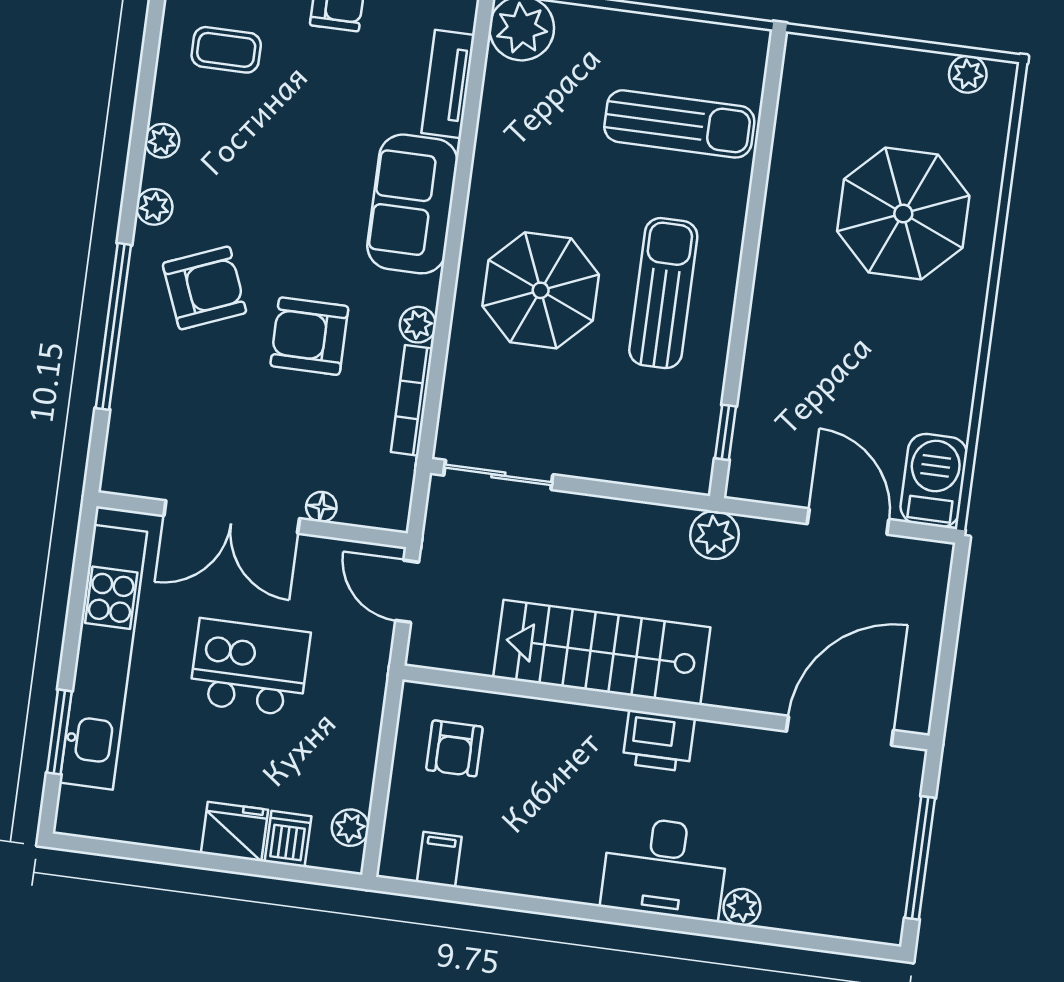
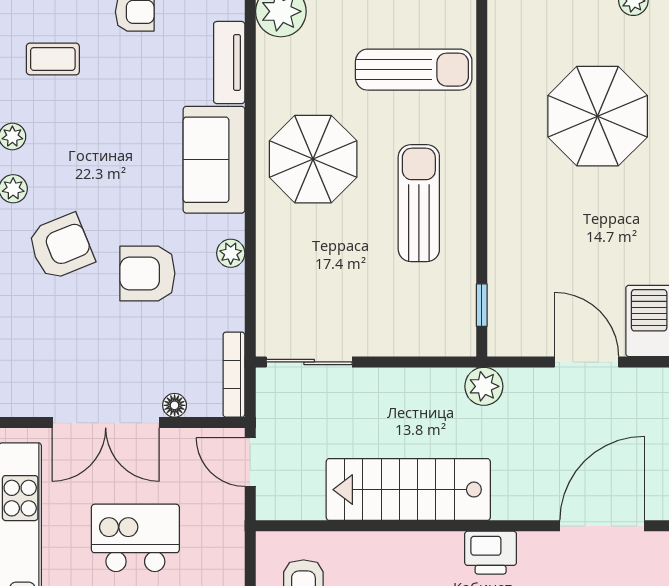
parasol: (541, 290) -> (313, 159), moved
bookcase: (412, 400) -> (234, 375), moved
printer: (659, 741) -> (491, 553), moved

